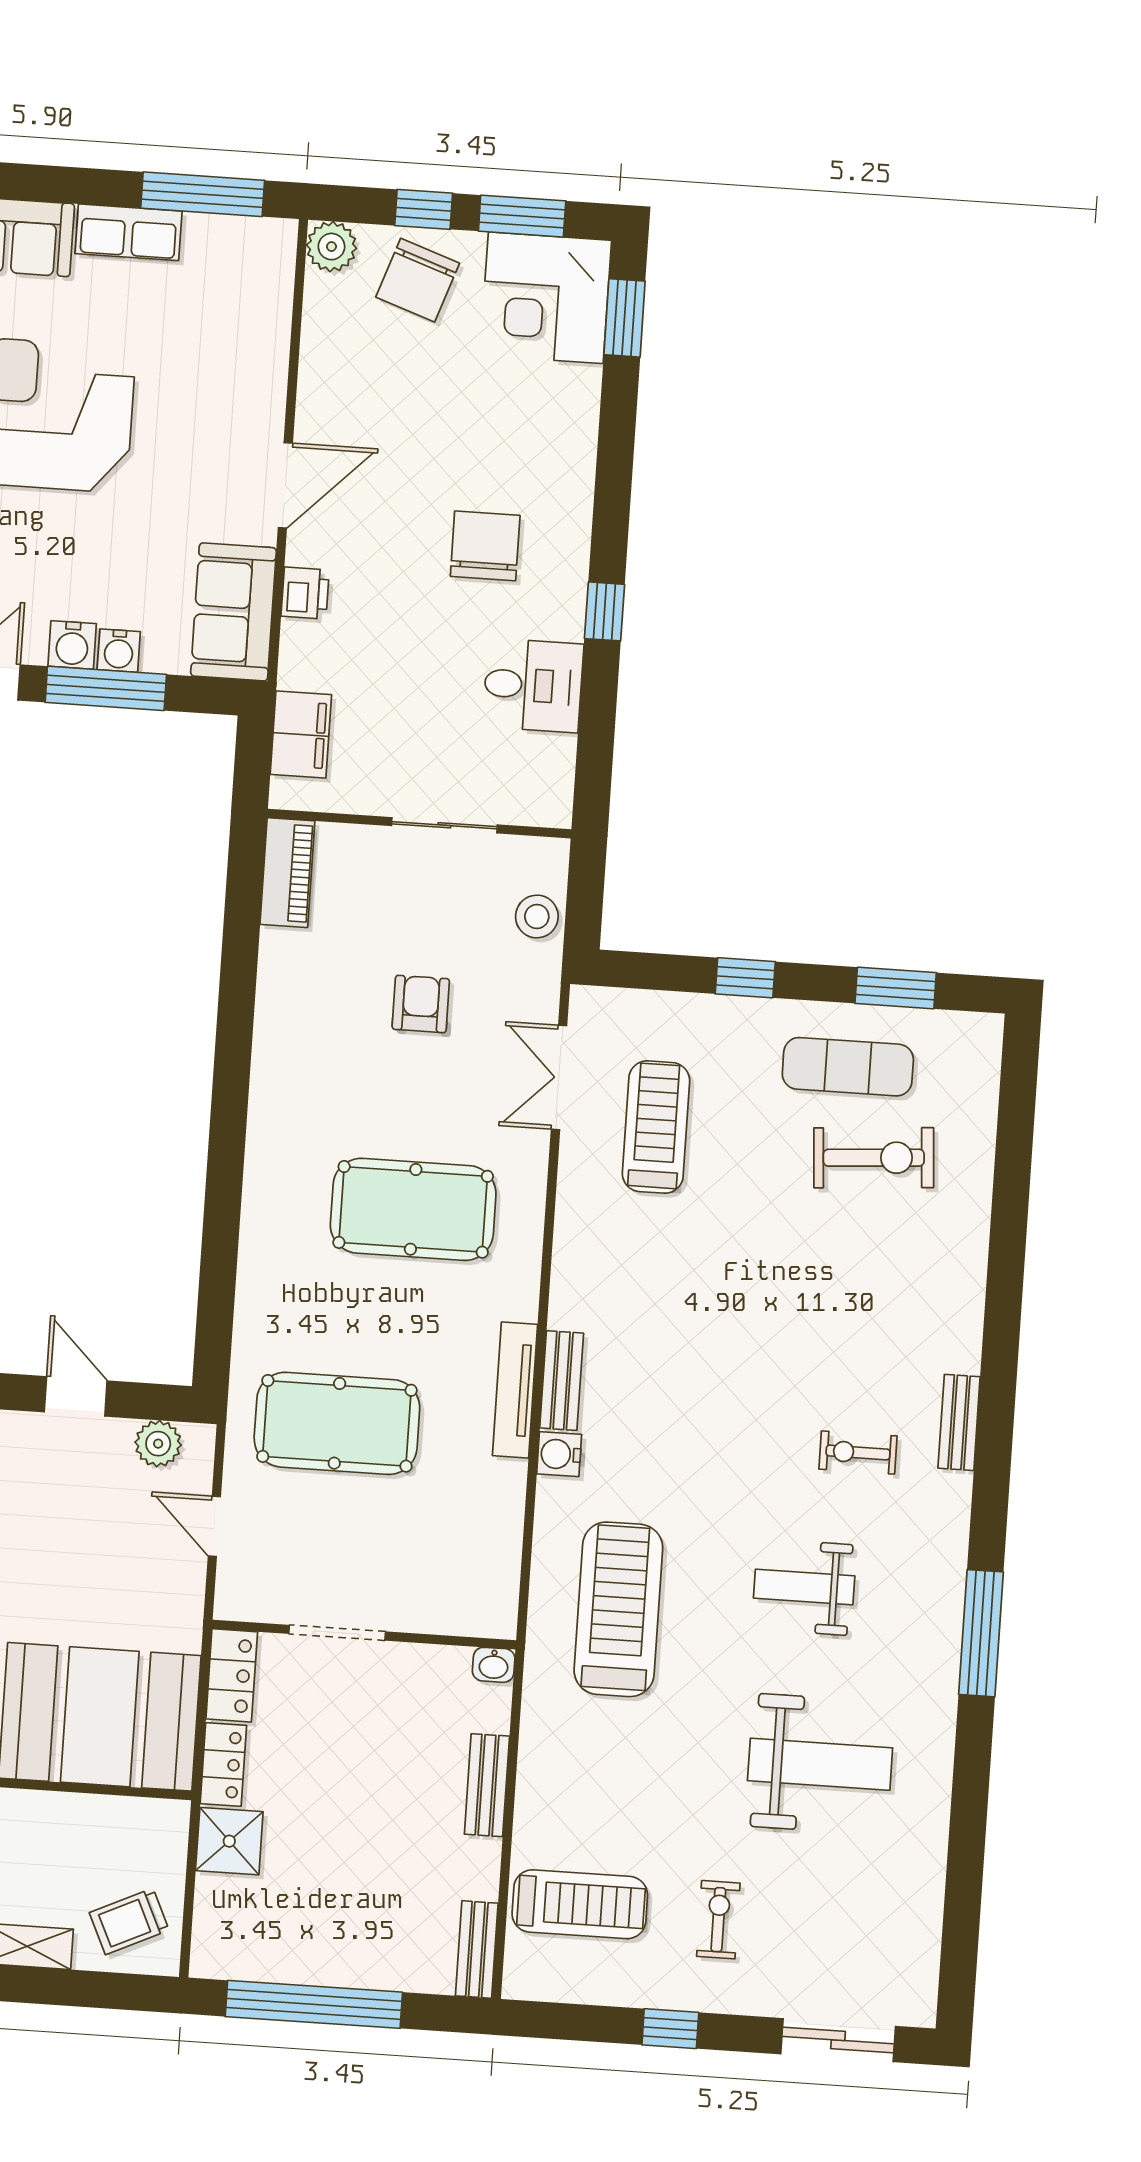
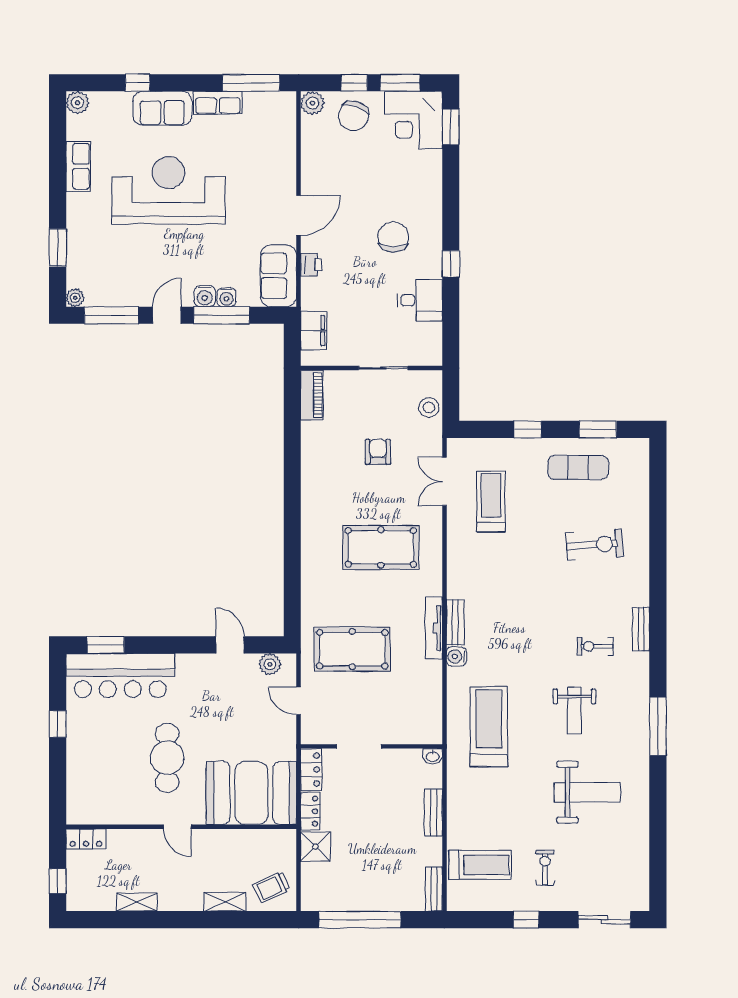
exercise bike: (874, 1158) -> (595, 545), moved
weight bench: (804, 1587) -> (574, 710), turned -90

